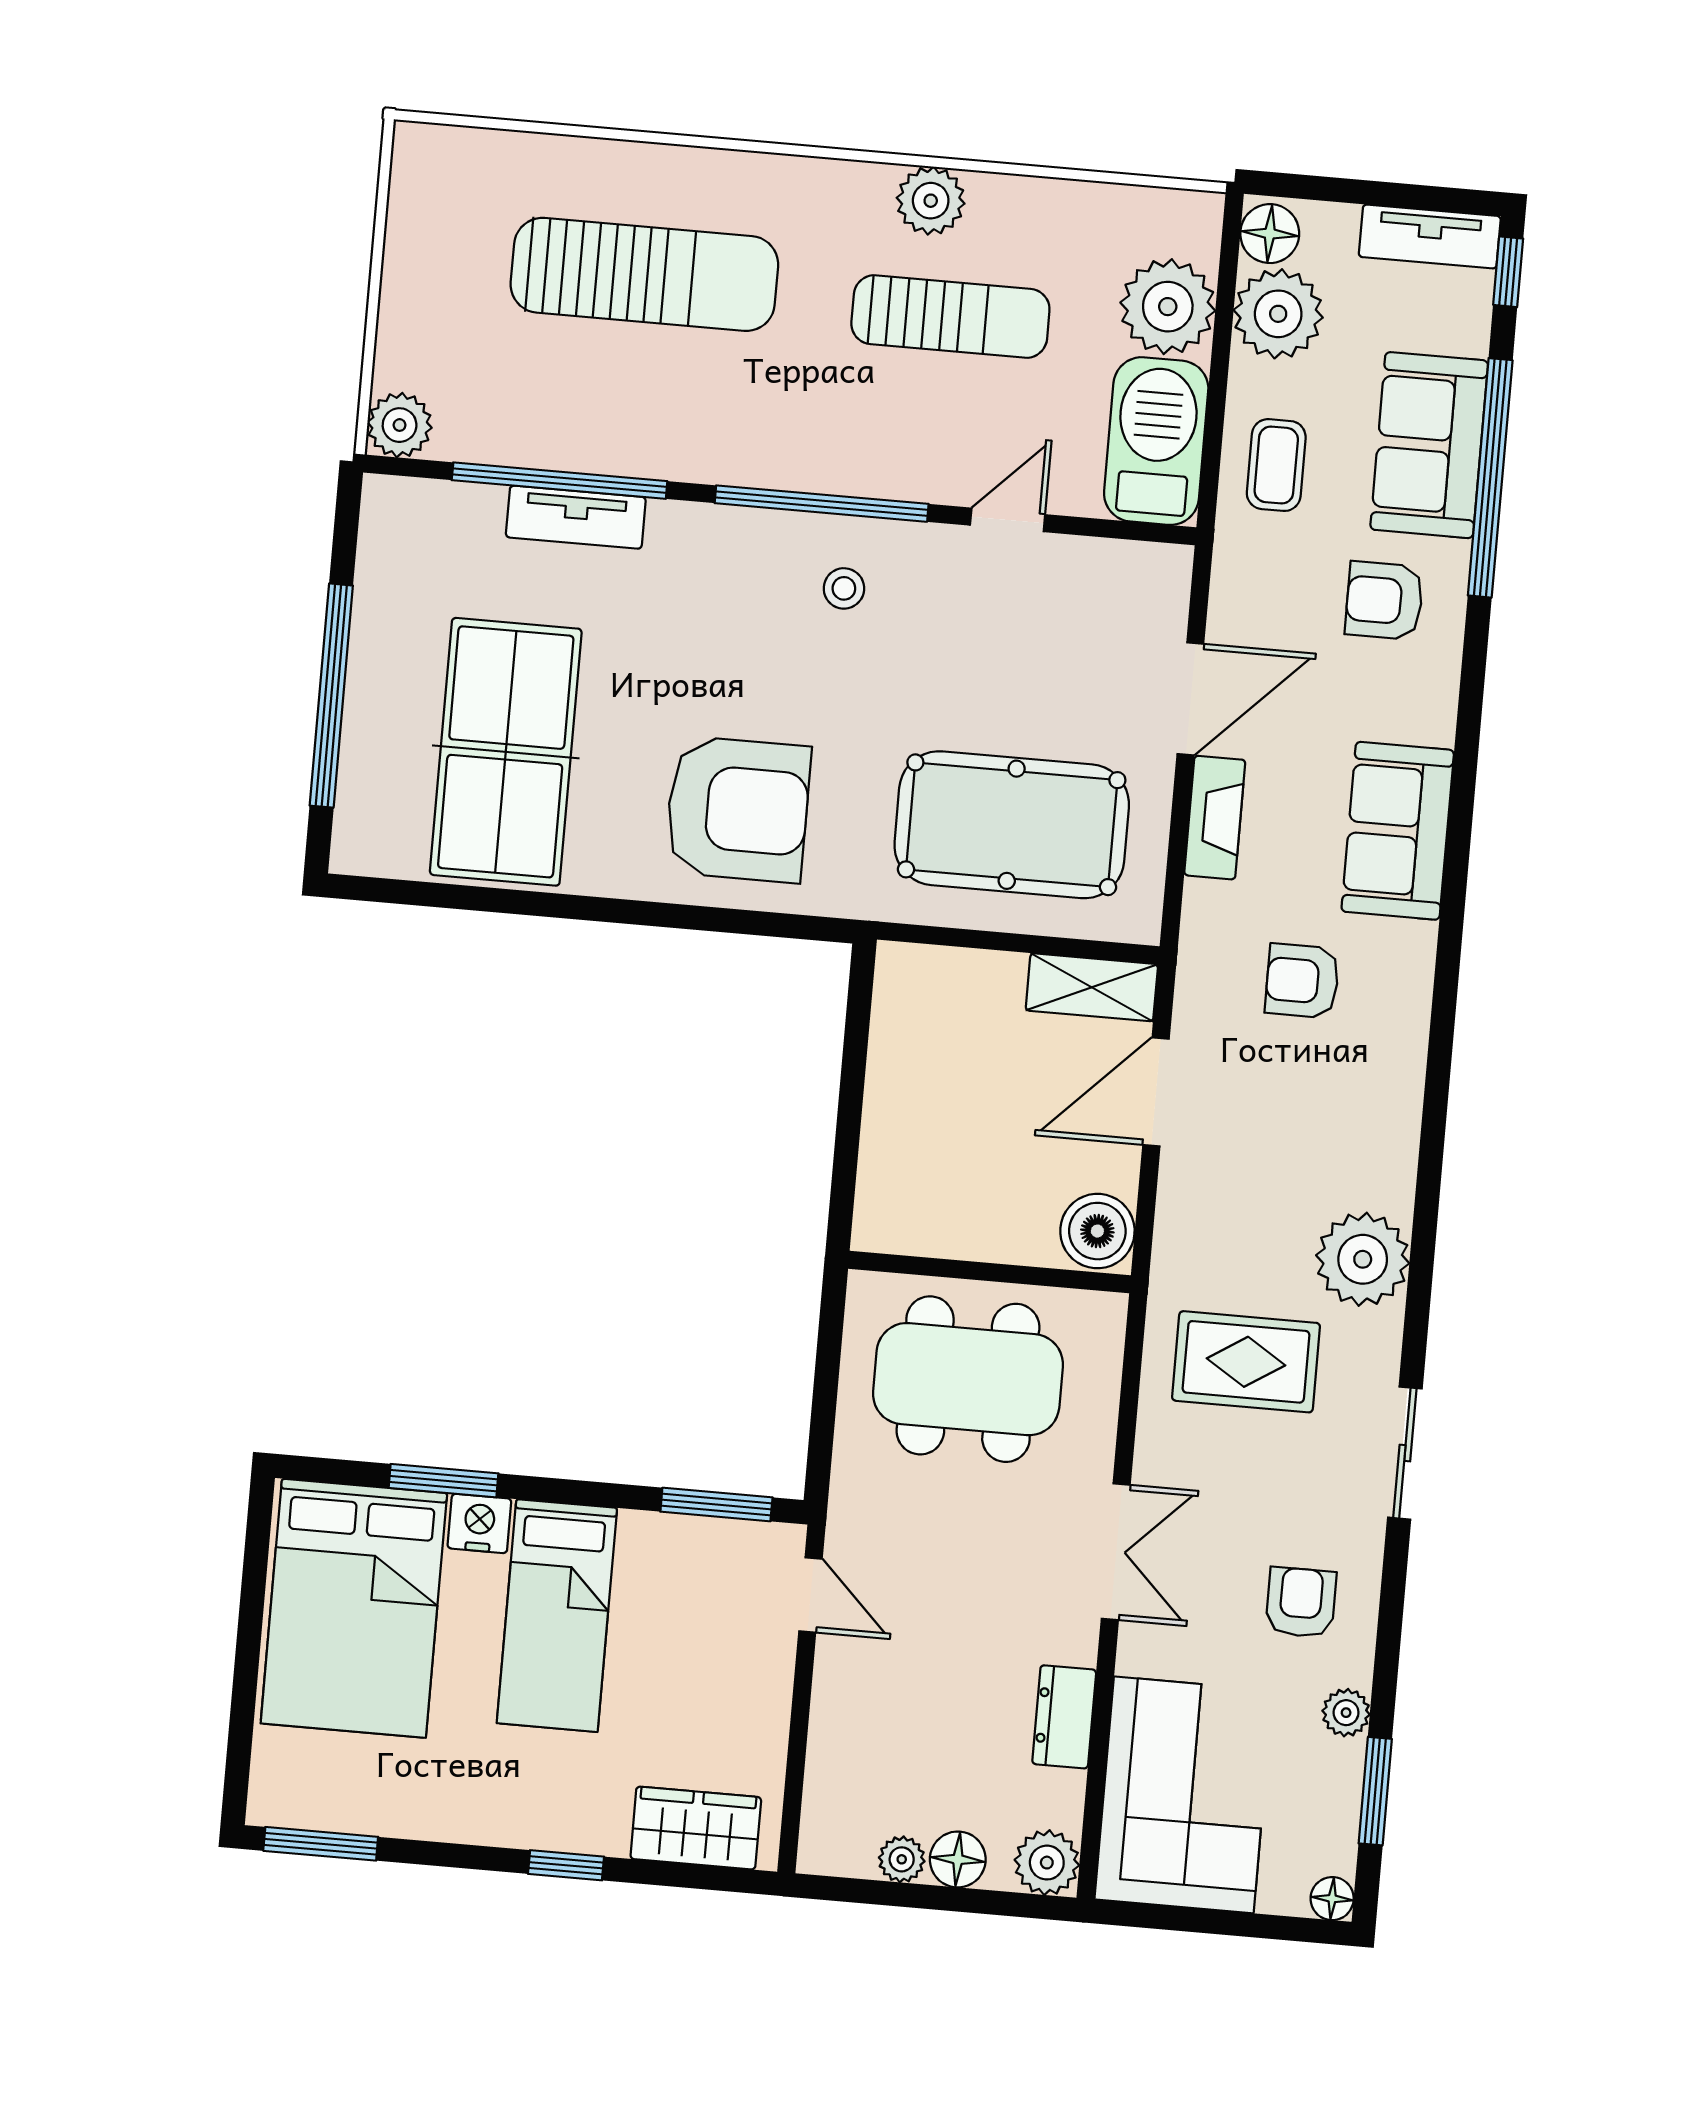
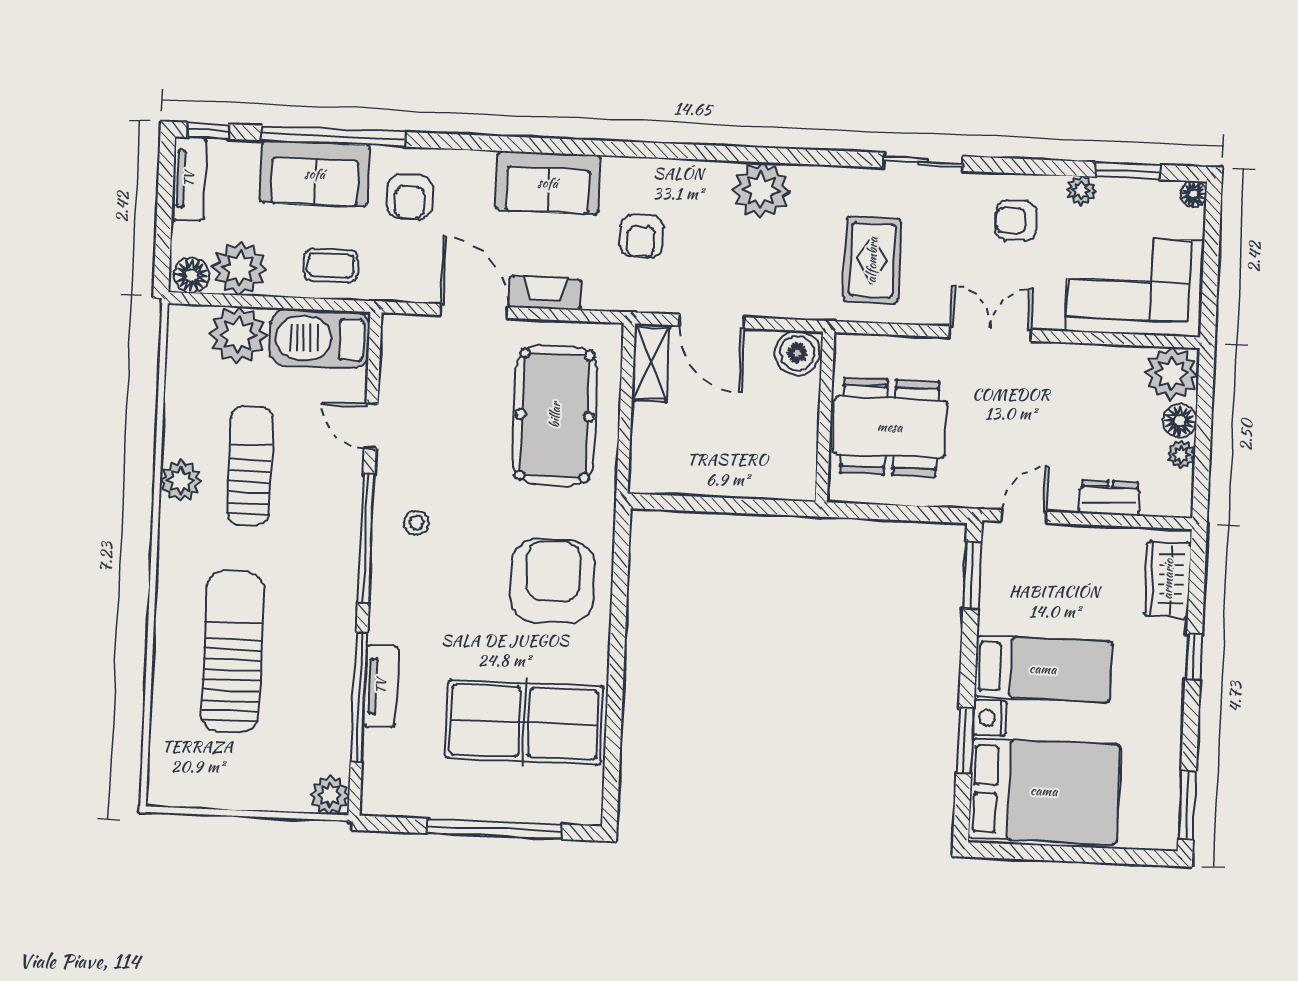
plant: (1363, 1259) -> (761, 190), moved
dining table: (968, 1379) -> (890, 427), turned 90
dresser: (1064, 1717) -> (1110, 498), moved, turned 180
plant: (1047, 1863) -> (1172, 374), width x1.36, depth x1.36

